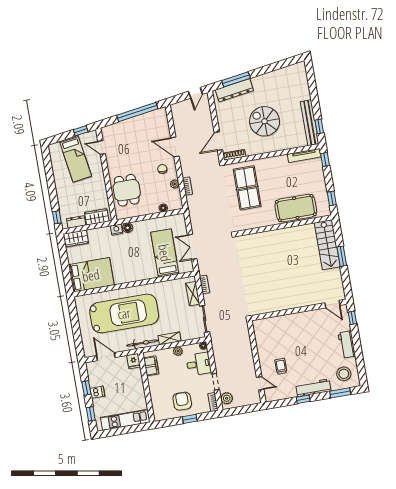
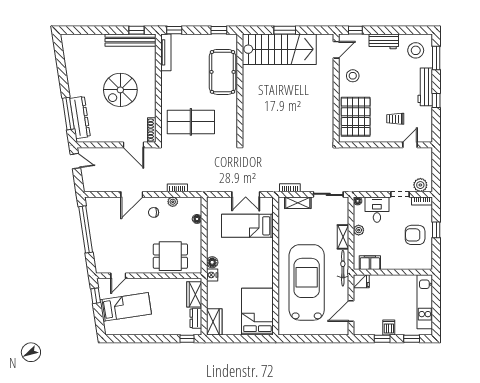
stairs: (327, 245) -> (279, 49), width x1.36, depth x1.51
stool: (312, 323) -> (353, 76), added
pallet: (277, 331) -> (356, 117), added

